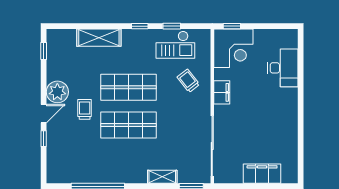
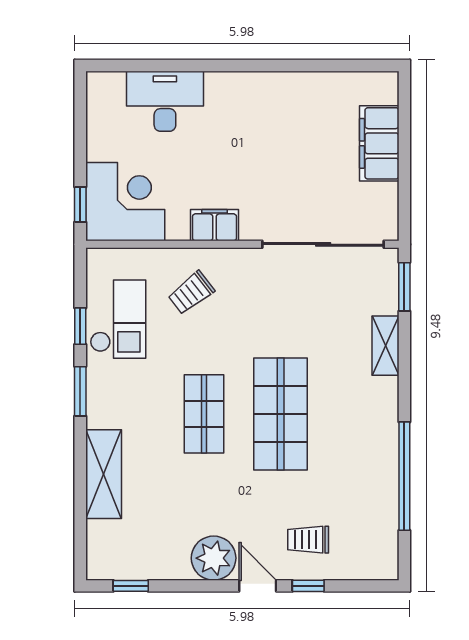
window: (140, 26) -> (80, 391), width x1.50
shop shelf: (129, 87) -> (204, 414), width x0.70, depth x0.74
trolley: (85, 109) -> (308, 540), moved

